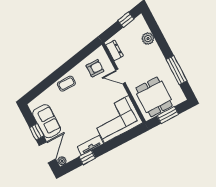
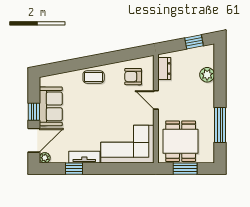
armchair: (95, 68) -> (133, 77), turned 180

